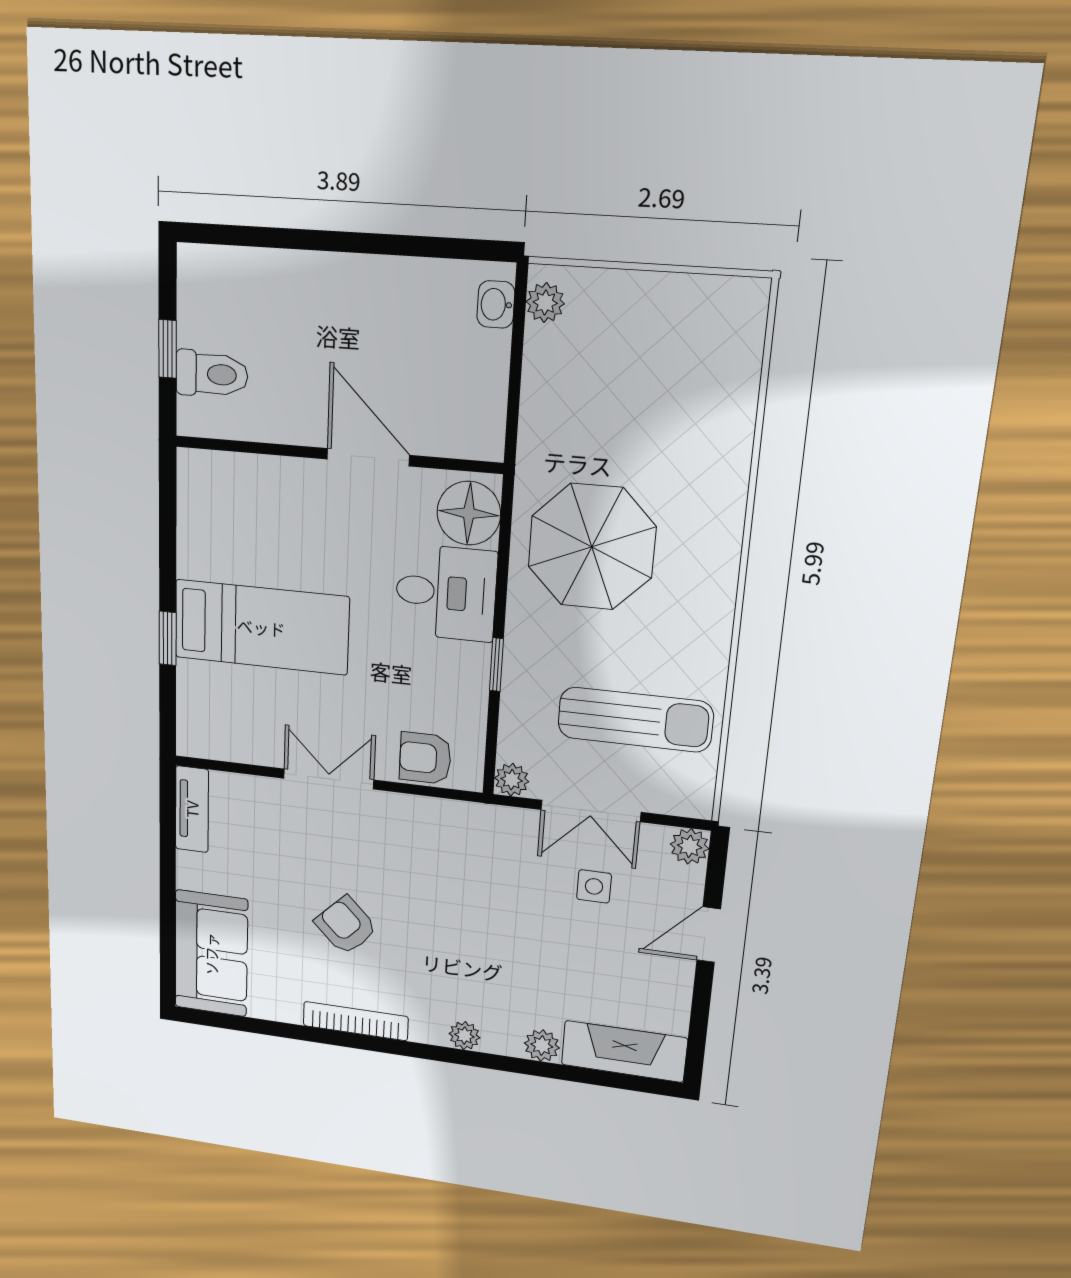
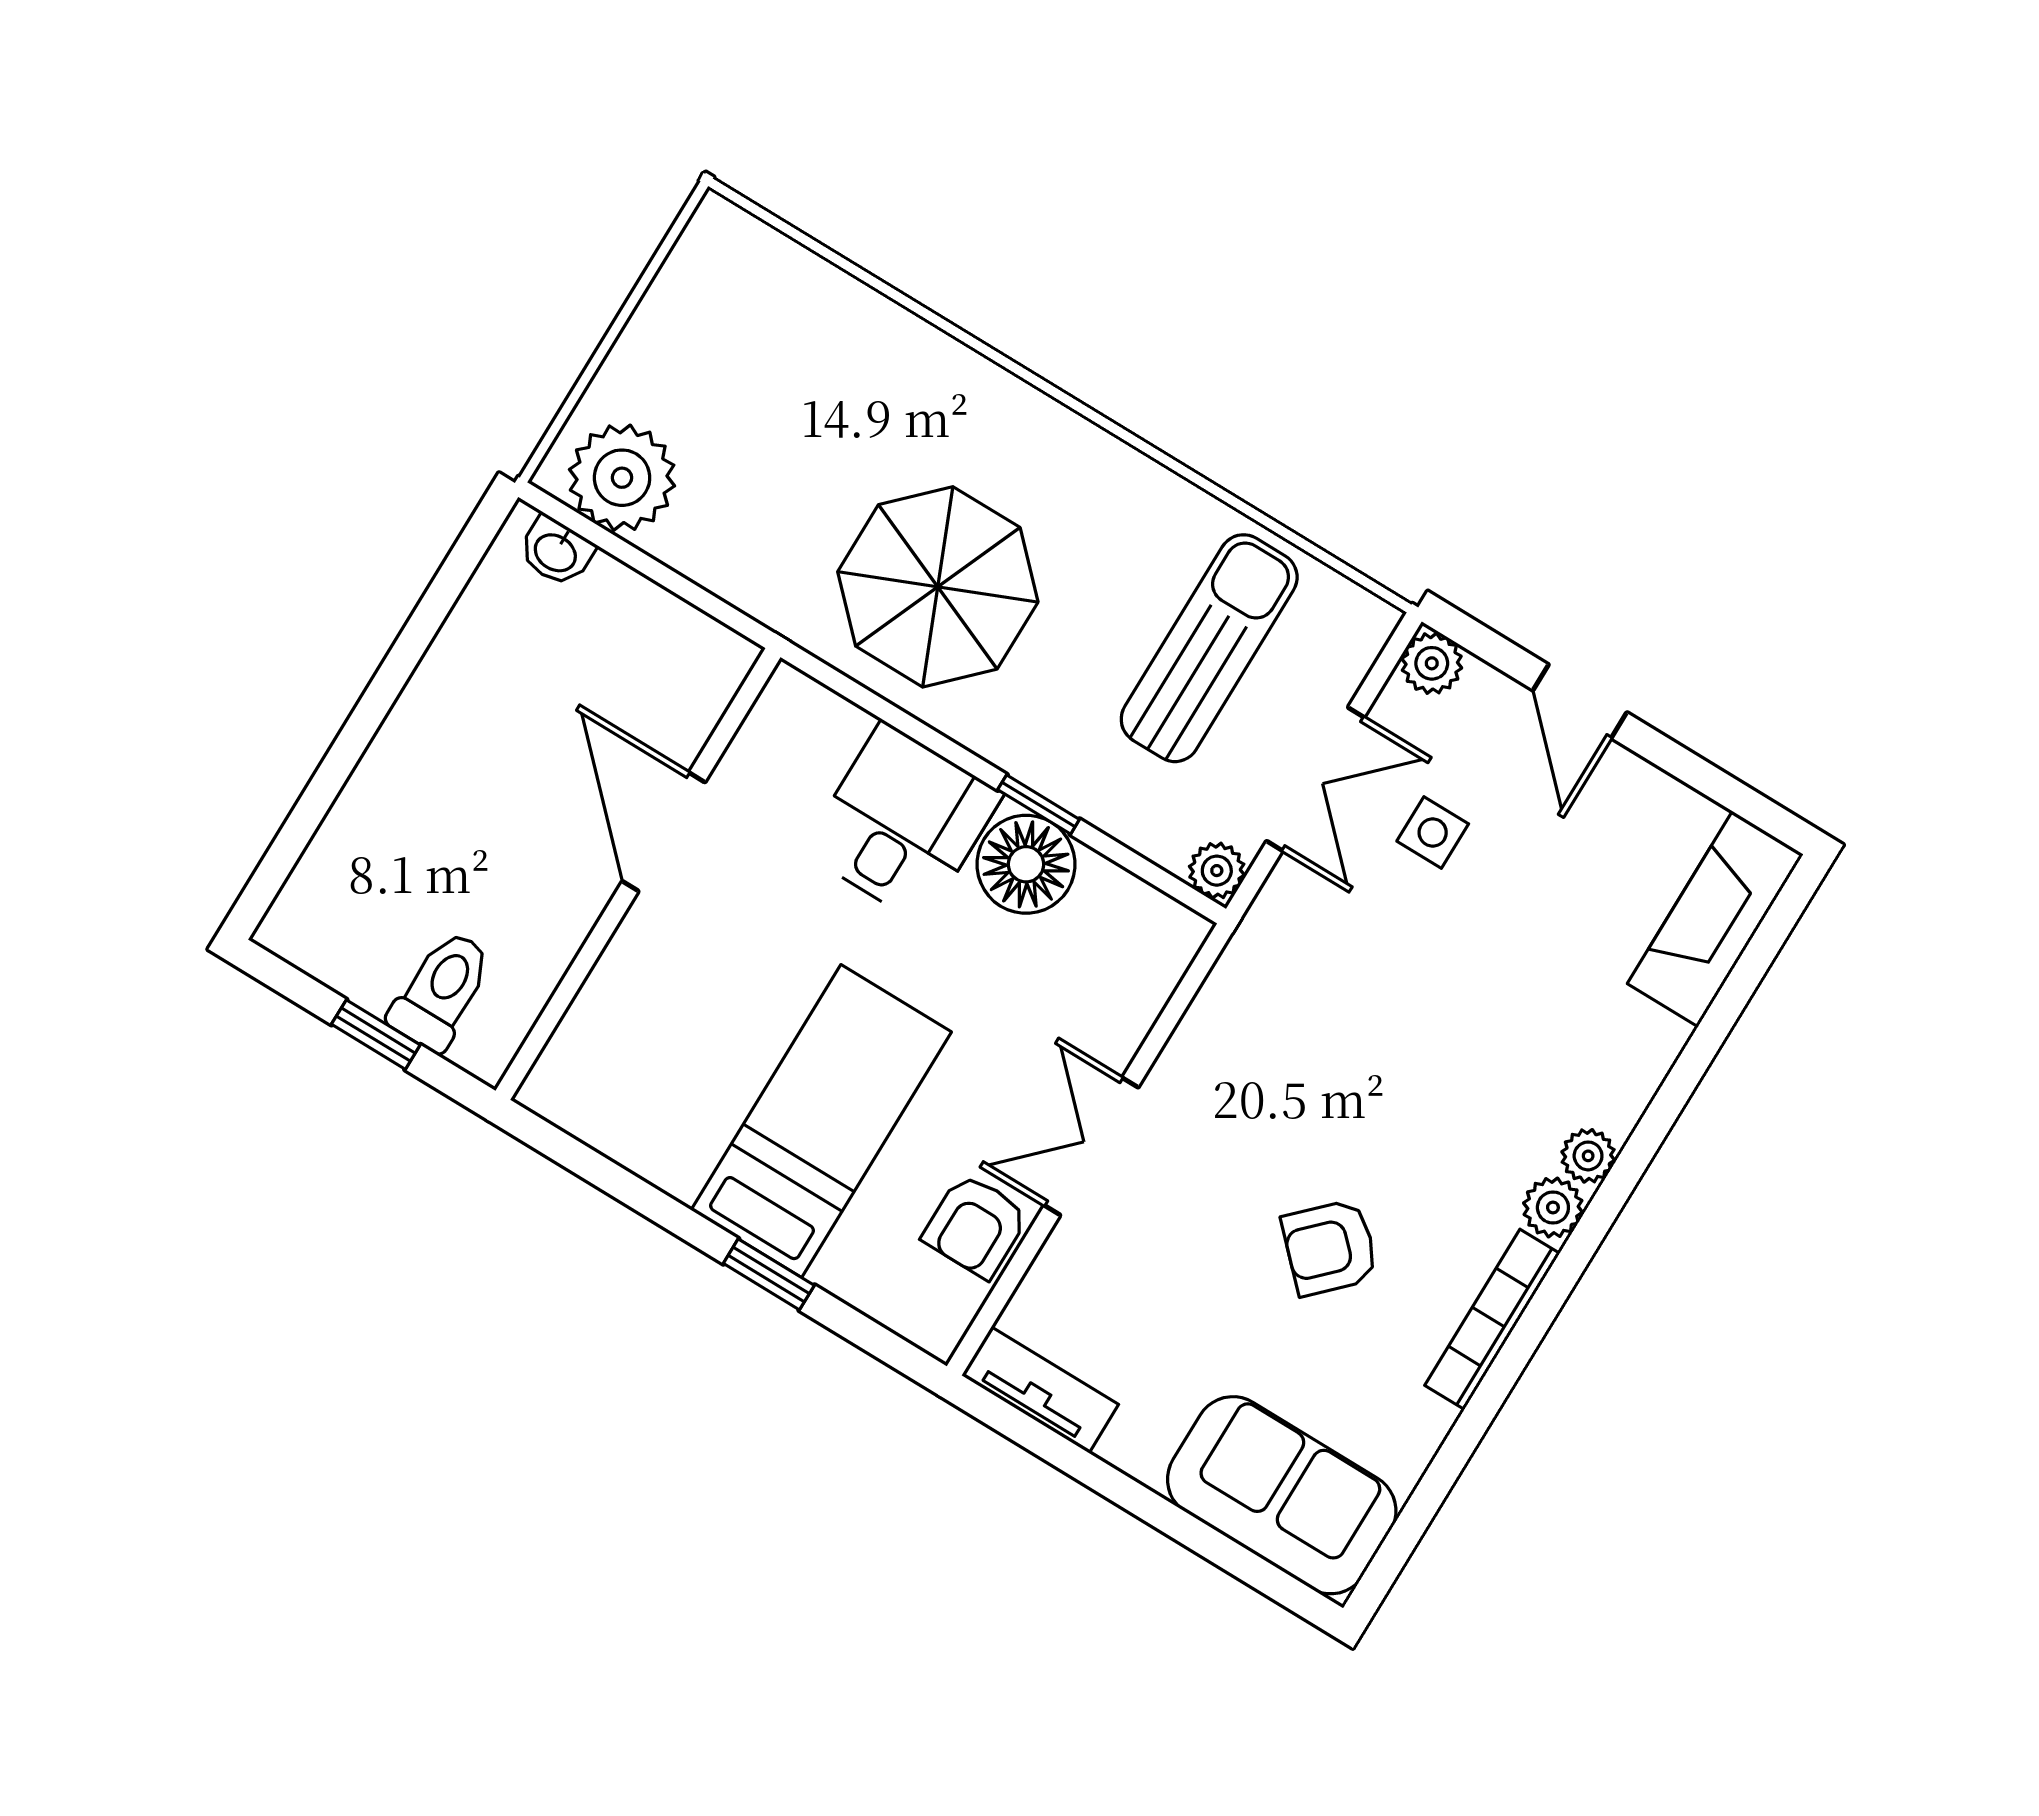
plant: (545, 303) -> (622, 478), width x1.87, depth x1.87
door: (368, 457) -> (664, 832), hinge flipped
floor lamp: (469, 513) -> (1026, 864), moved
armchair: (425, 758) -> (976, 1226), moved
plant: (542, 1045) -> (1553, 1207), moved

